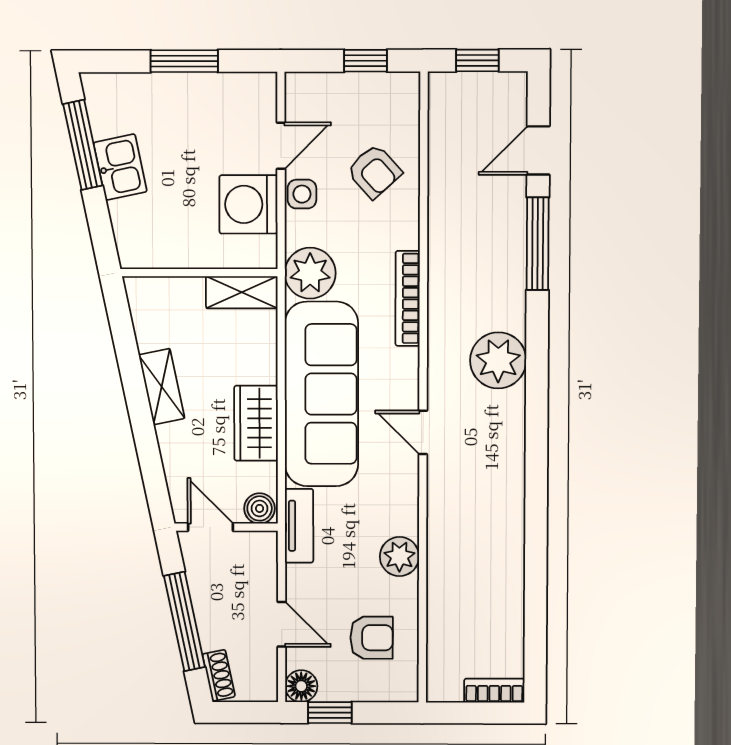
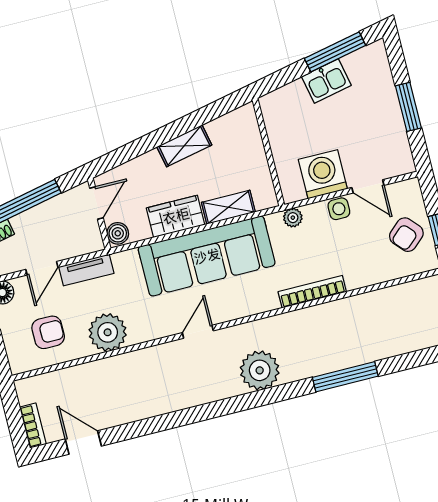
door: (538, 150) -> (83, 443), moved
armchair: (374, 171) -> (406, 235), moved
plant: (310, 273) -> (293, 218), width x0.53, depth x0.53
shelving: (242, 292) -> (228, 207), moved, turned 90
bookcase: (408, 298) -> (312, 292), moved
tv unit: (299, 526) -> (86, 270), moved
plant: (399, 556) -> (108, 332), width x1.36, depth x1.36
armchair: (372, 638) -> (48, 332), turned -90

